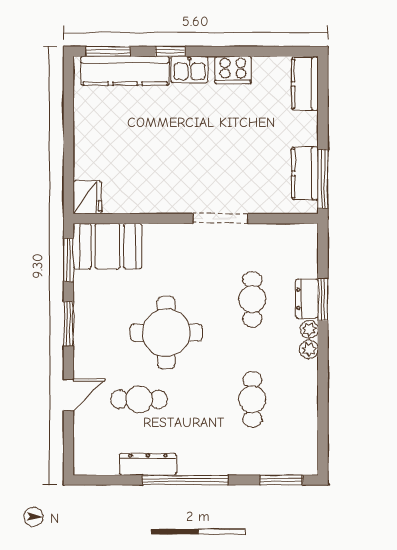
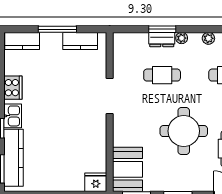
window: (323, 179) -> (57, 29), moved
plant: (309, 349) -> (208, 38), moved

